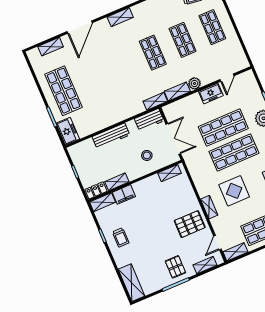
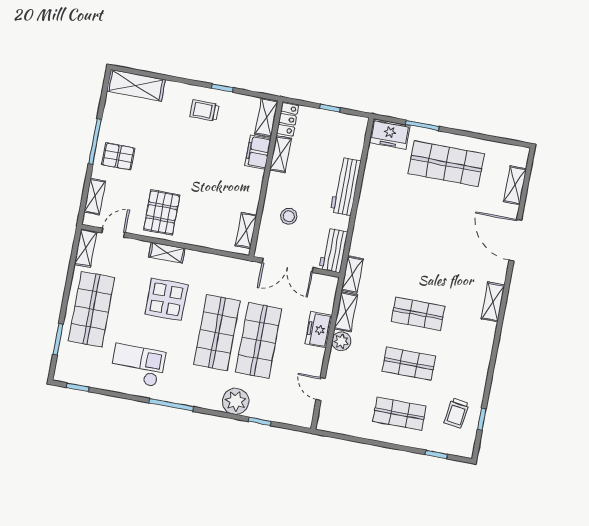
freezer: (211, 94) -> (319, 330), moved
door: (217, 243) -> (113, 233), hinge flipped

